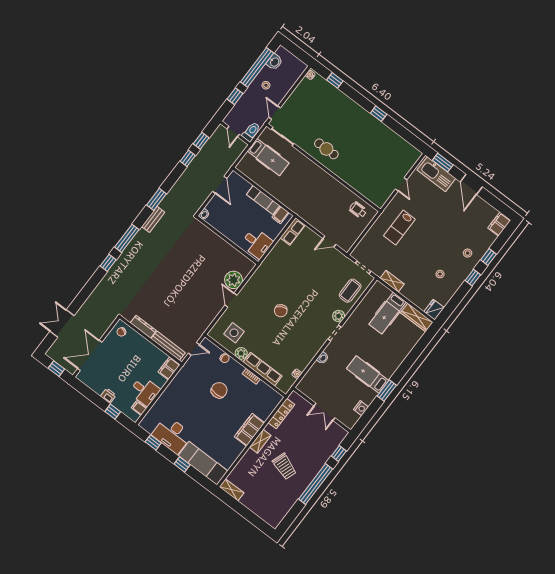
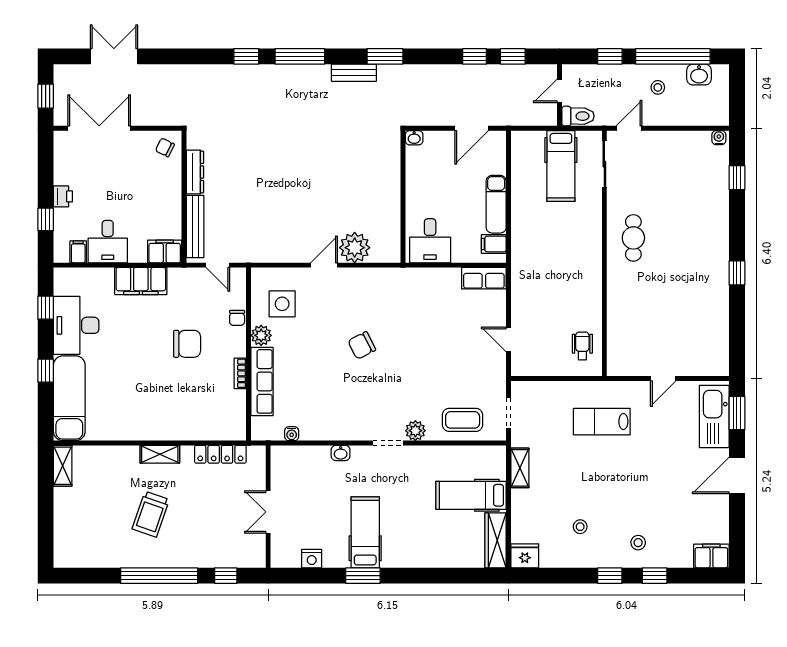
filing cabinet: (249, 430) -> (141, 281), moved, turned 180

